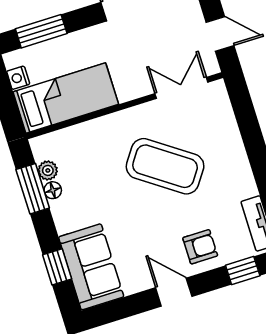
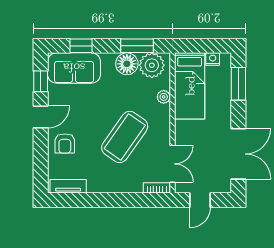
bookcase: (222, 100) -> (157, 188), added
plant: (92, 129) -> (164, 97), added
plant: (48, 170) -> (152, 65), width x1.88, depth x1.88
floor lamp: (53, 190) -> (127, 64), width x1.89, depth x1.89
window: (243, 270) -> (41, 81), moved

